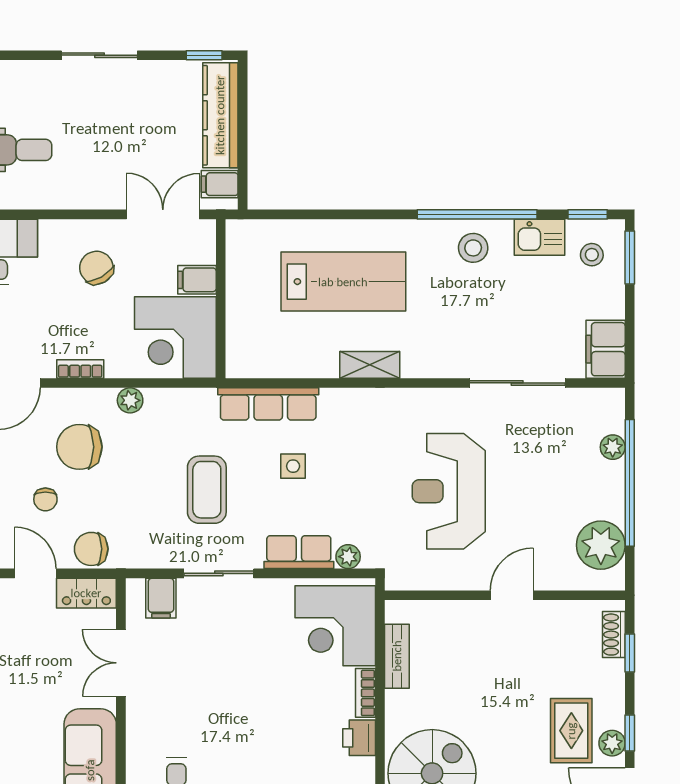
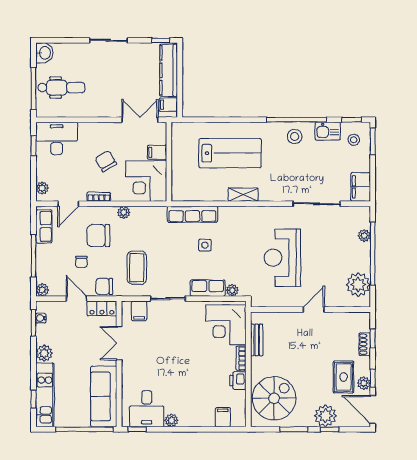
chair: (96, 268) -> (106, 161), moved
coffee table: (207, 490) -> (137, 268), moved
shoe rack: (614, 635) -> (365, 344), moved

